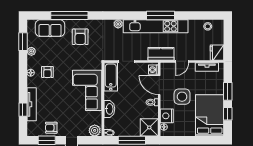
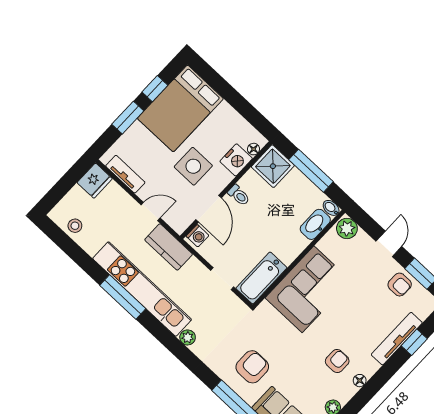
washbasin: (109, 109) -> (315, 224), moved

